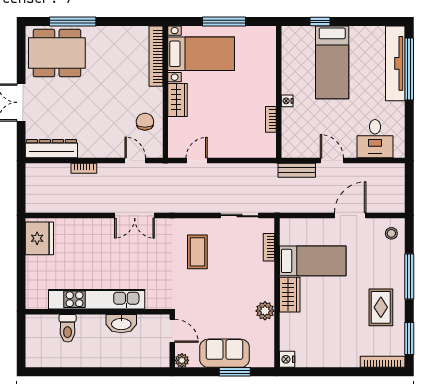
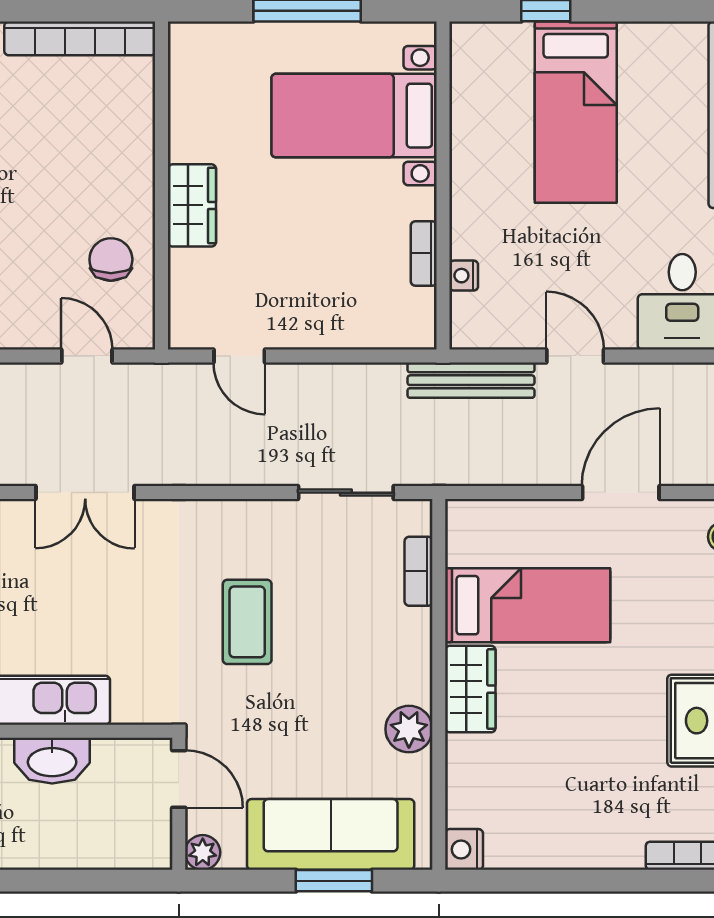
bed with nightstands: (201, 54) -> (354, 116), moved, turned 180
bookcase: (156, 56) -> (80, 38), moved, turned -90
nightstand: (287, 101) -> (464, 276), moved
door: (197, 161) -> (239, 356), swing flipped
bench: (297, 170) -> (471, 380), width x1.36
coffee table: (197, 252) -> (247, 622), moved
sofa: (225, 353) -> (331, 834), width x1.36

